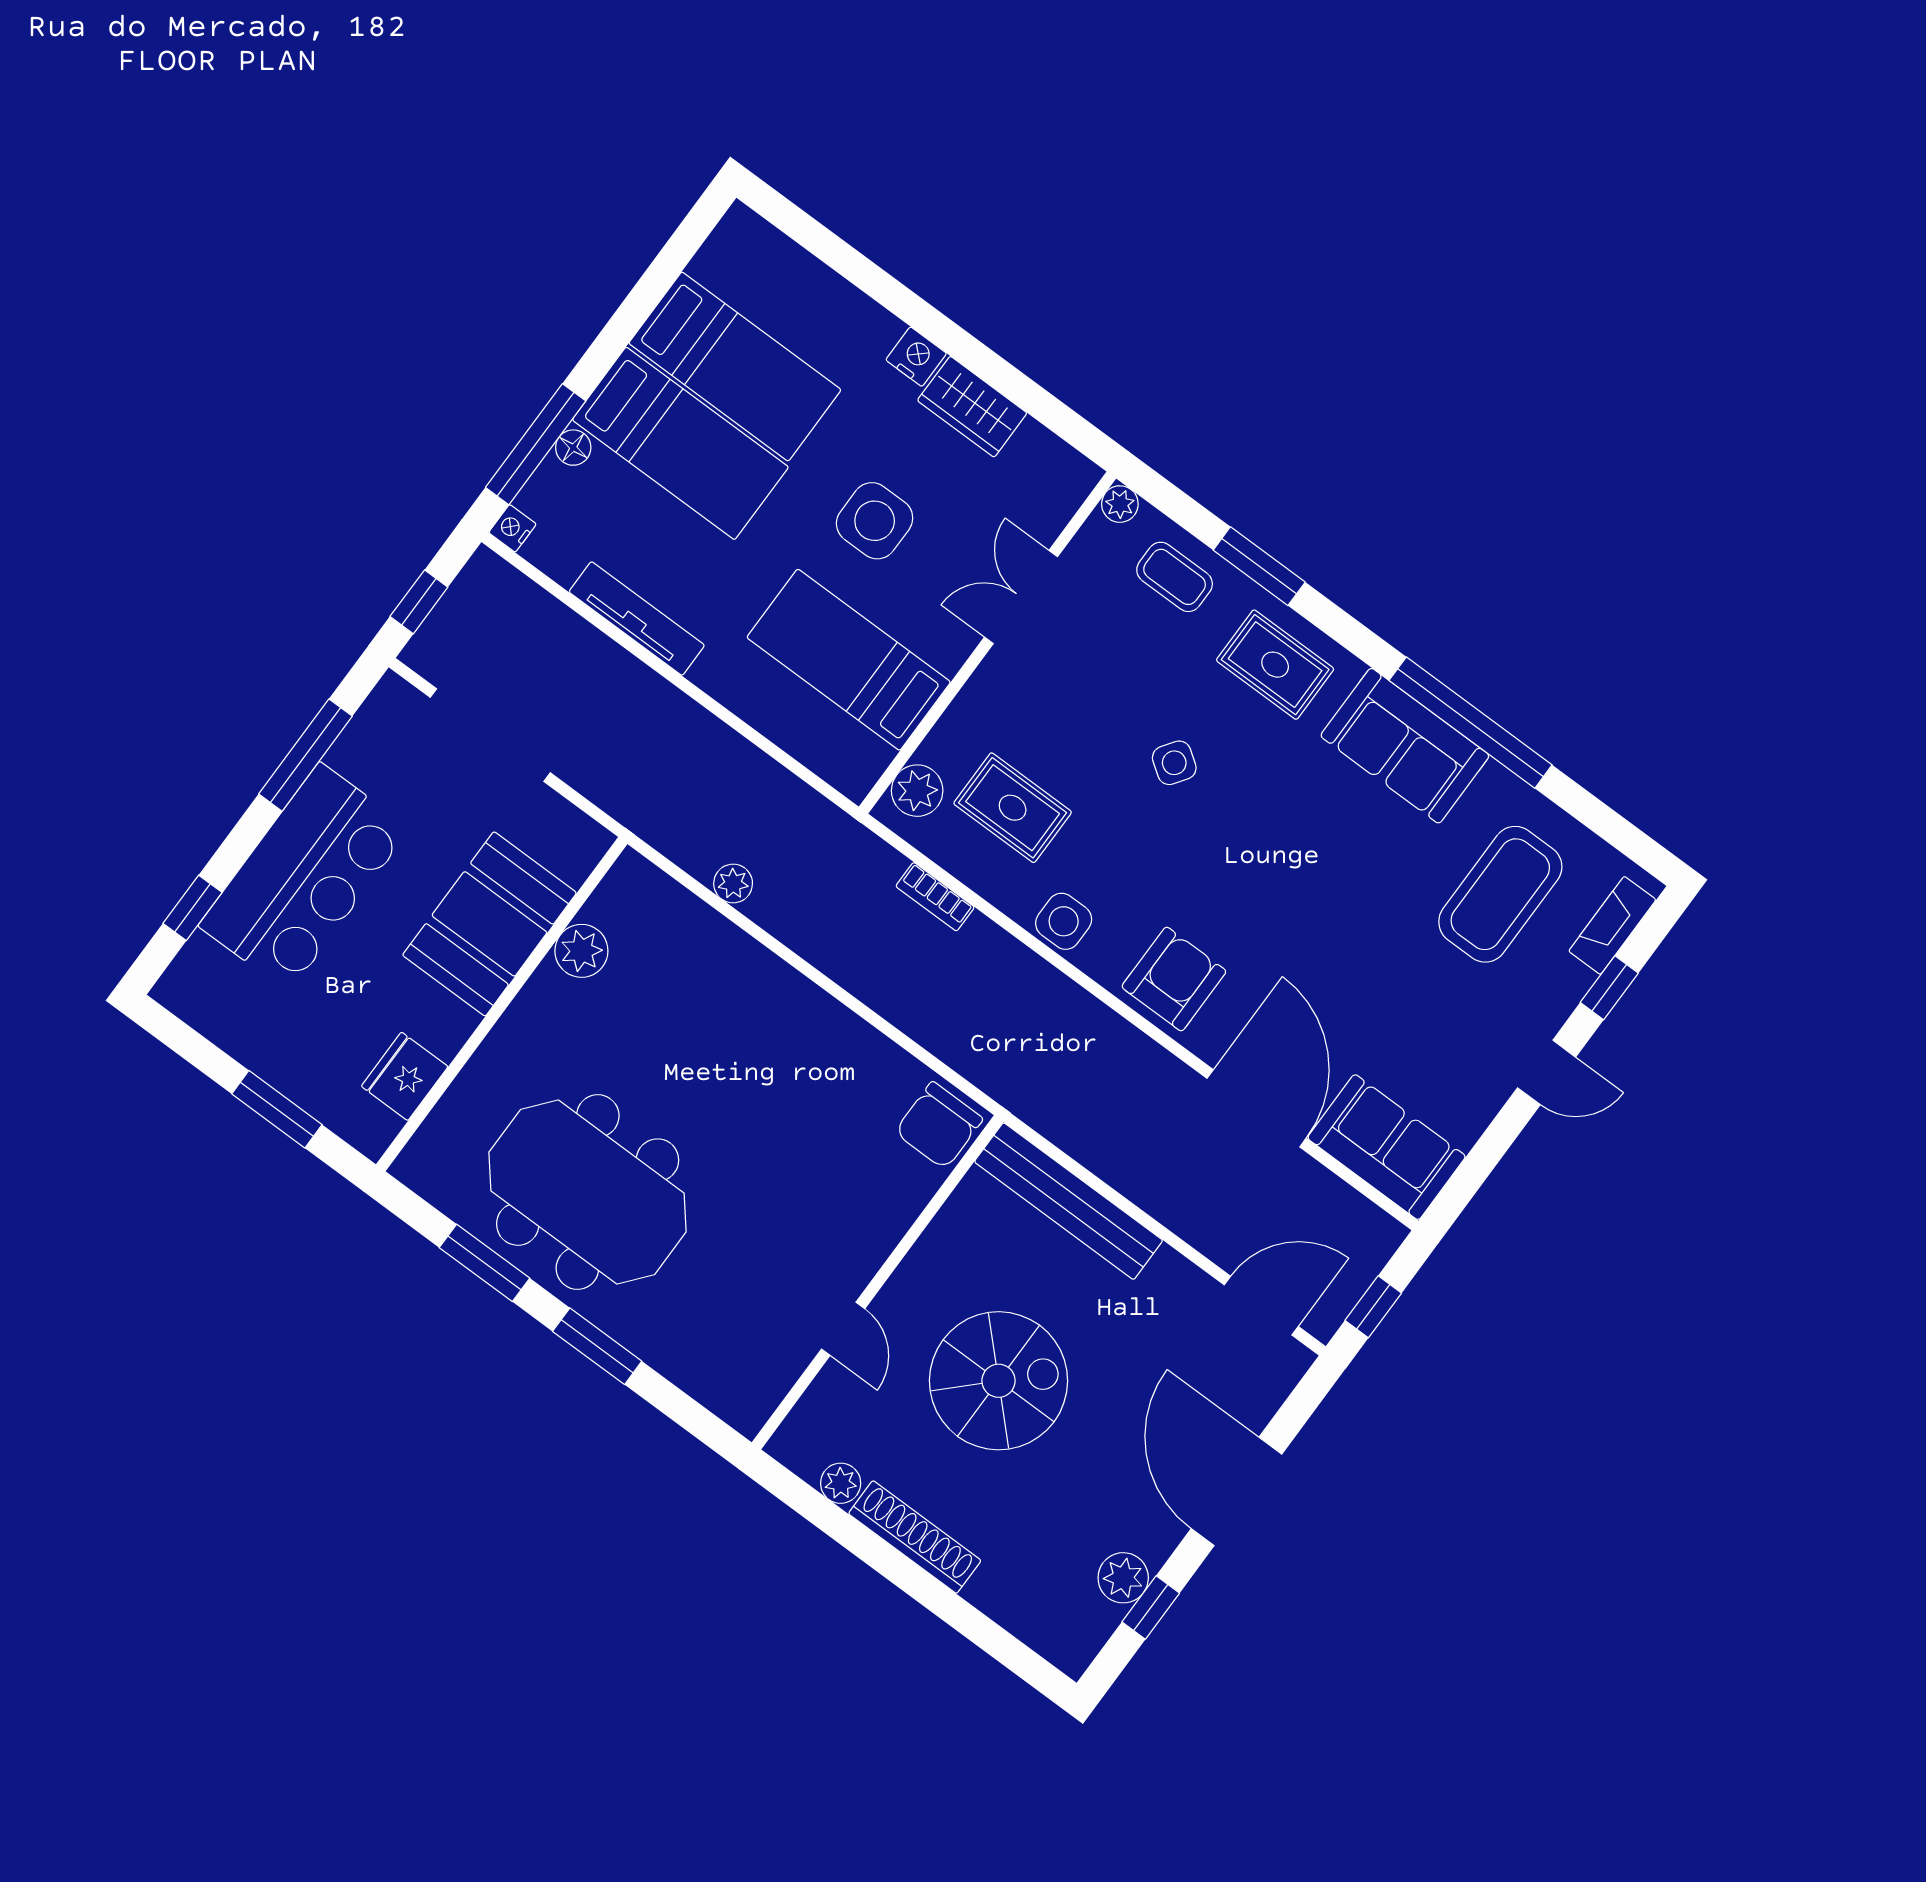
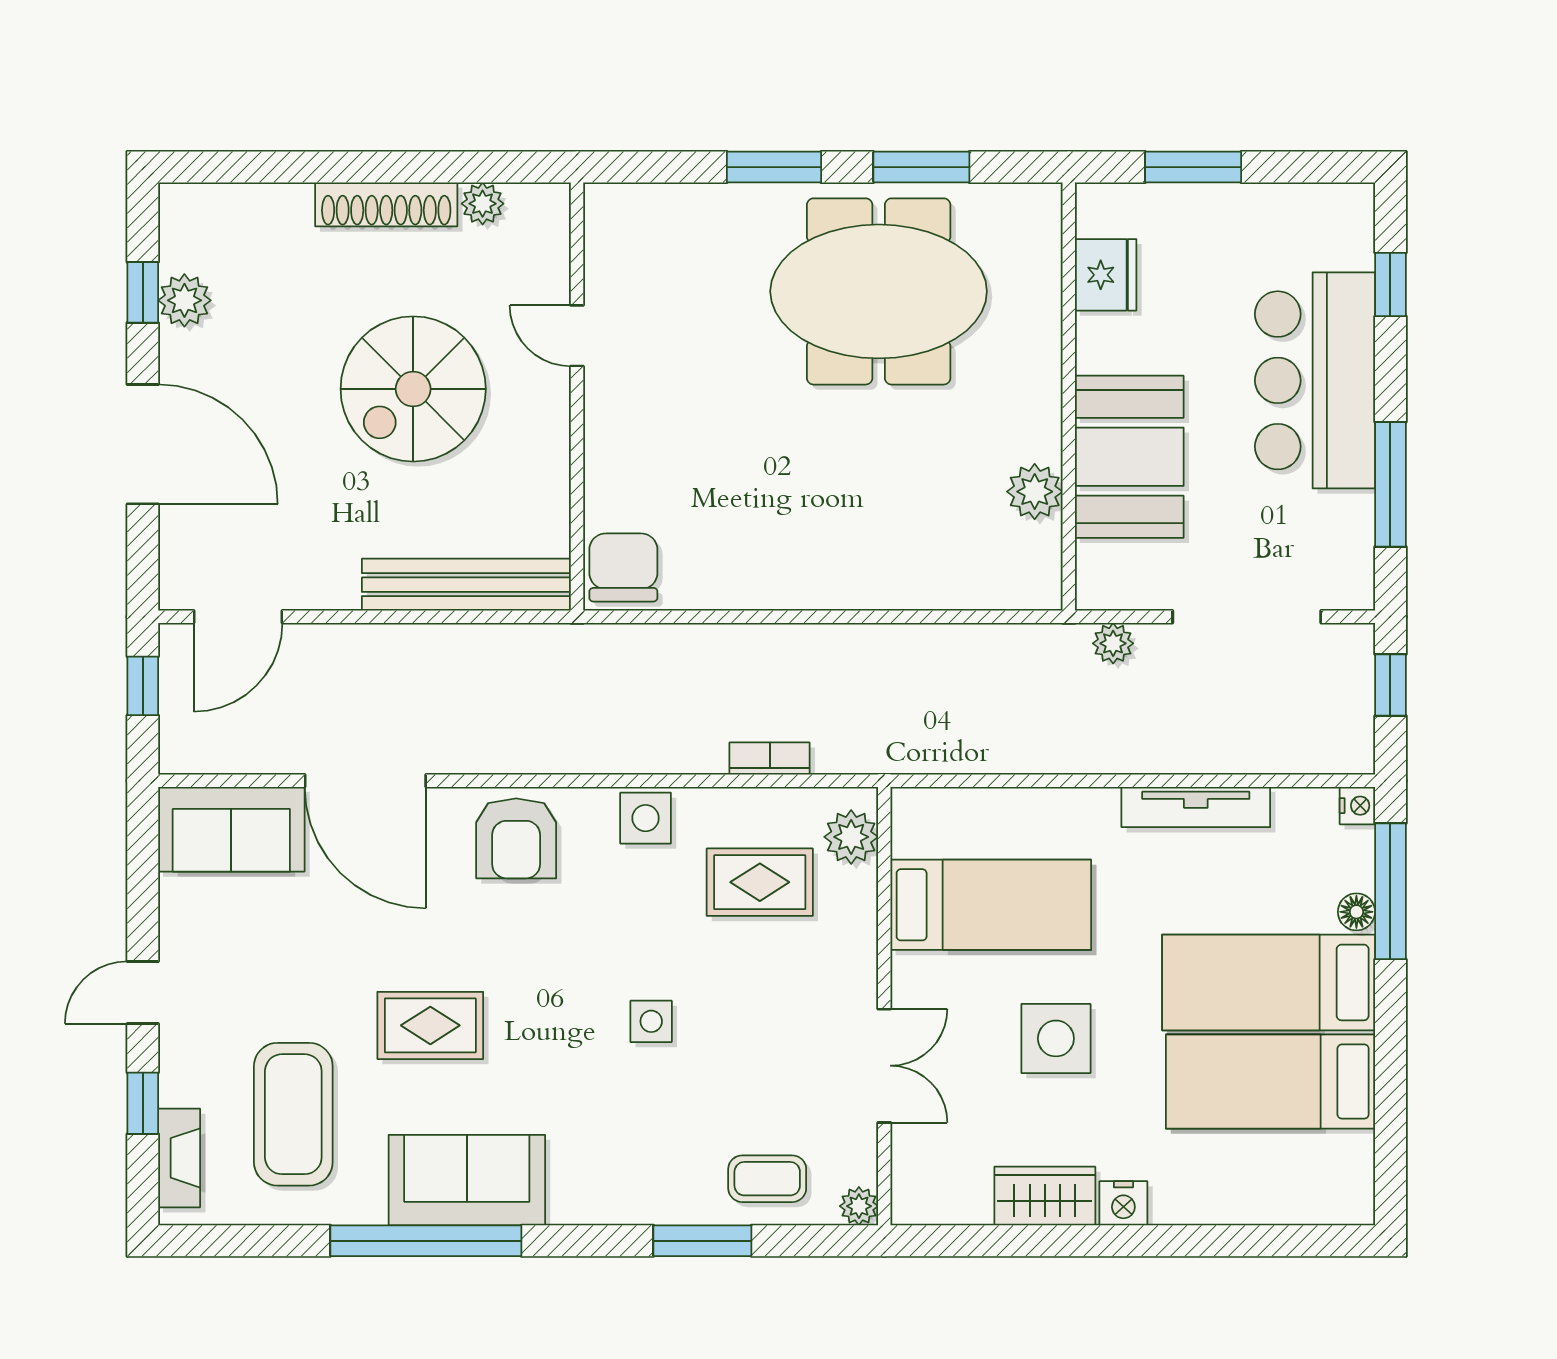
rug: (1275, 665) -> (430, 1025), moved
side table: (1174, 763) -> (651, 1021), turned -35
plant: (733, 884) -> (1113, 643), moved

